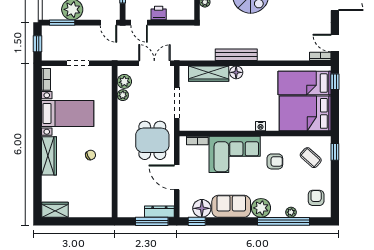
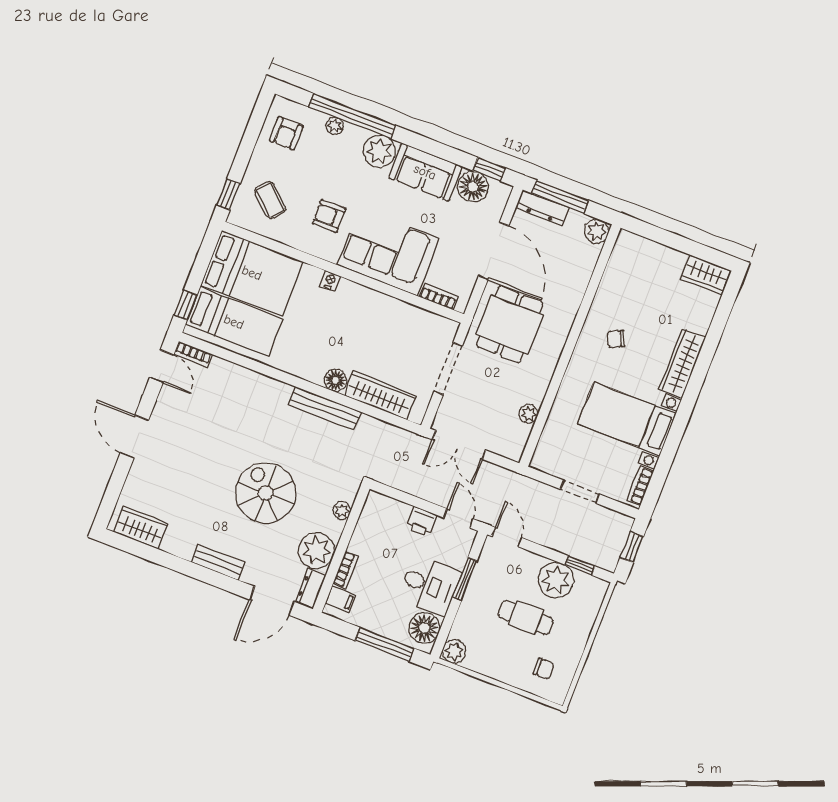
window: (62, 23) -> (580, 565), width x0.67
plant: (124, 81) -> (597, 231), moved
door: (177, 177) -> (494, 251), width x1.36

